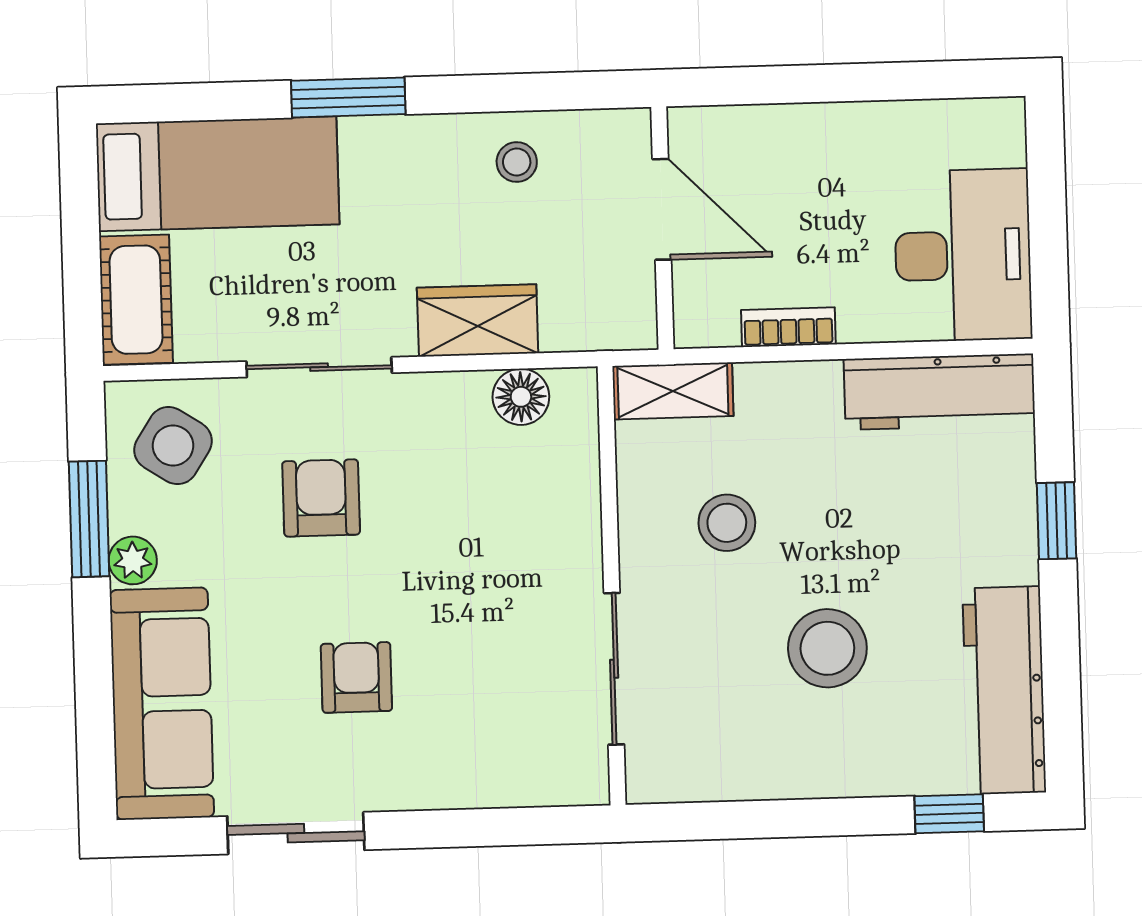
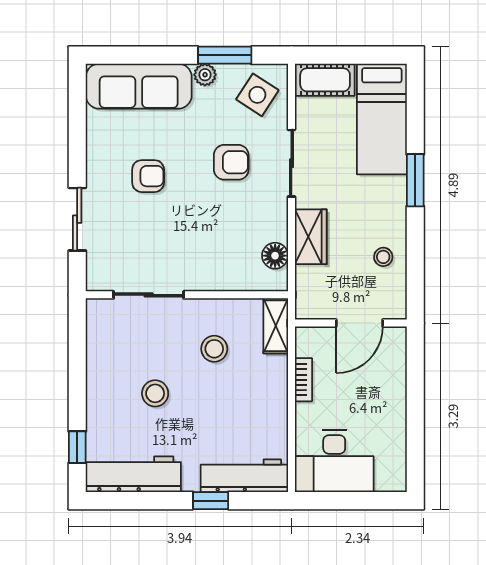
workbench: (939, 392) -> (244, 476), moved, turned 90
stool: (827, 648) -> (155, 393), width x0.73, depth x0.73
sliding door: (296, 833) -> (77, 219), moved

